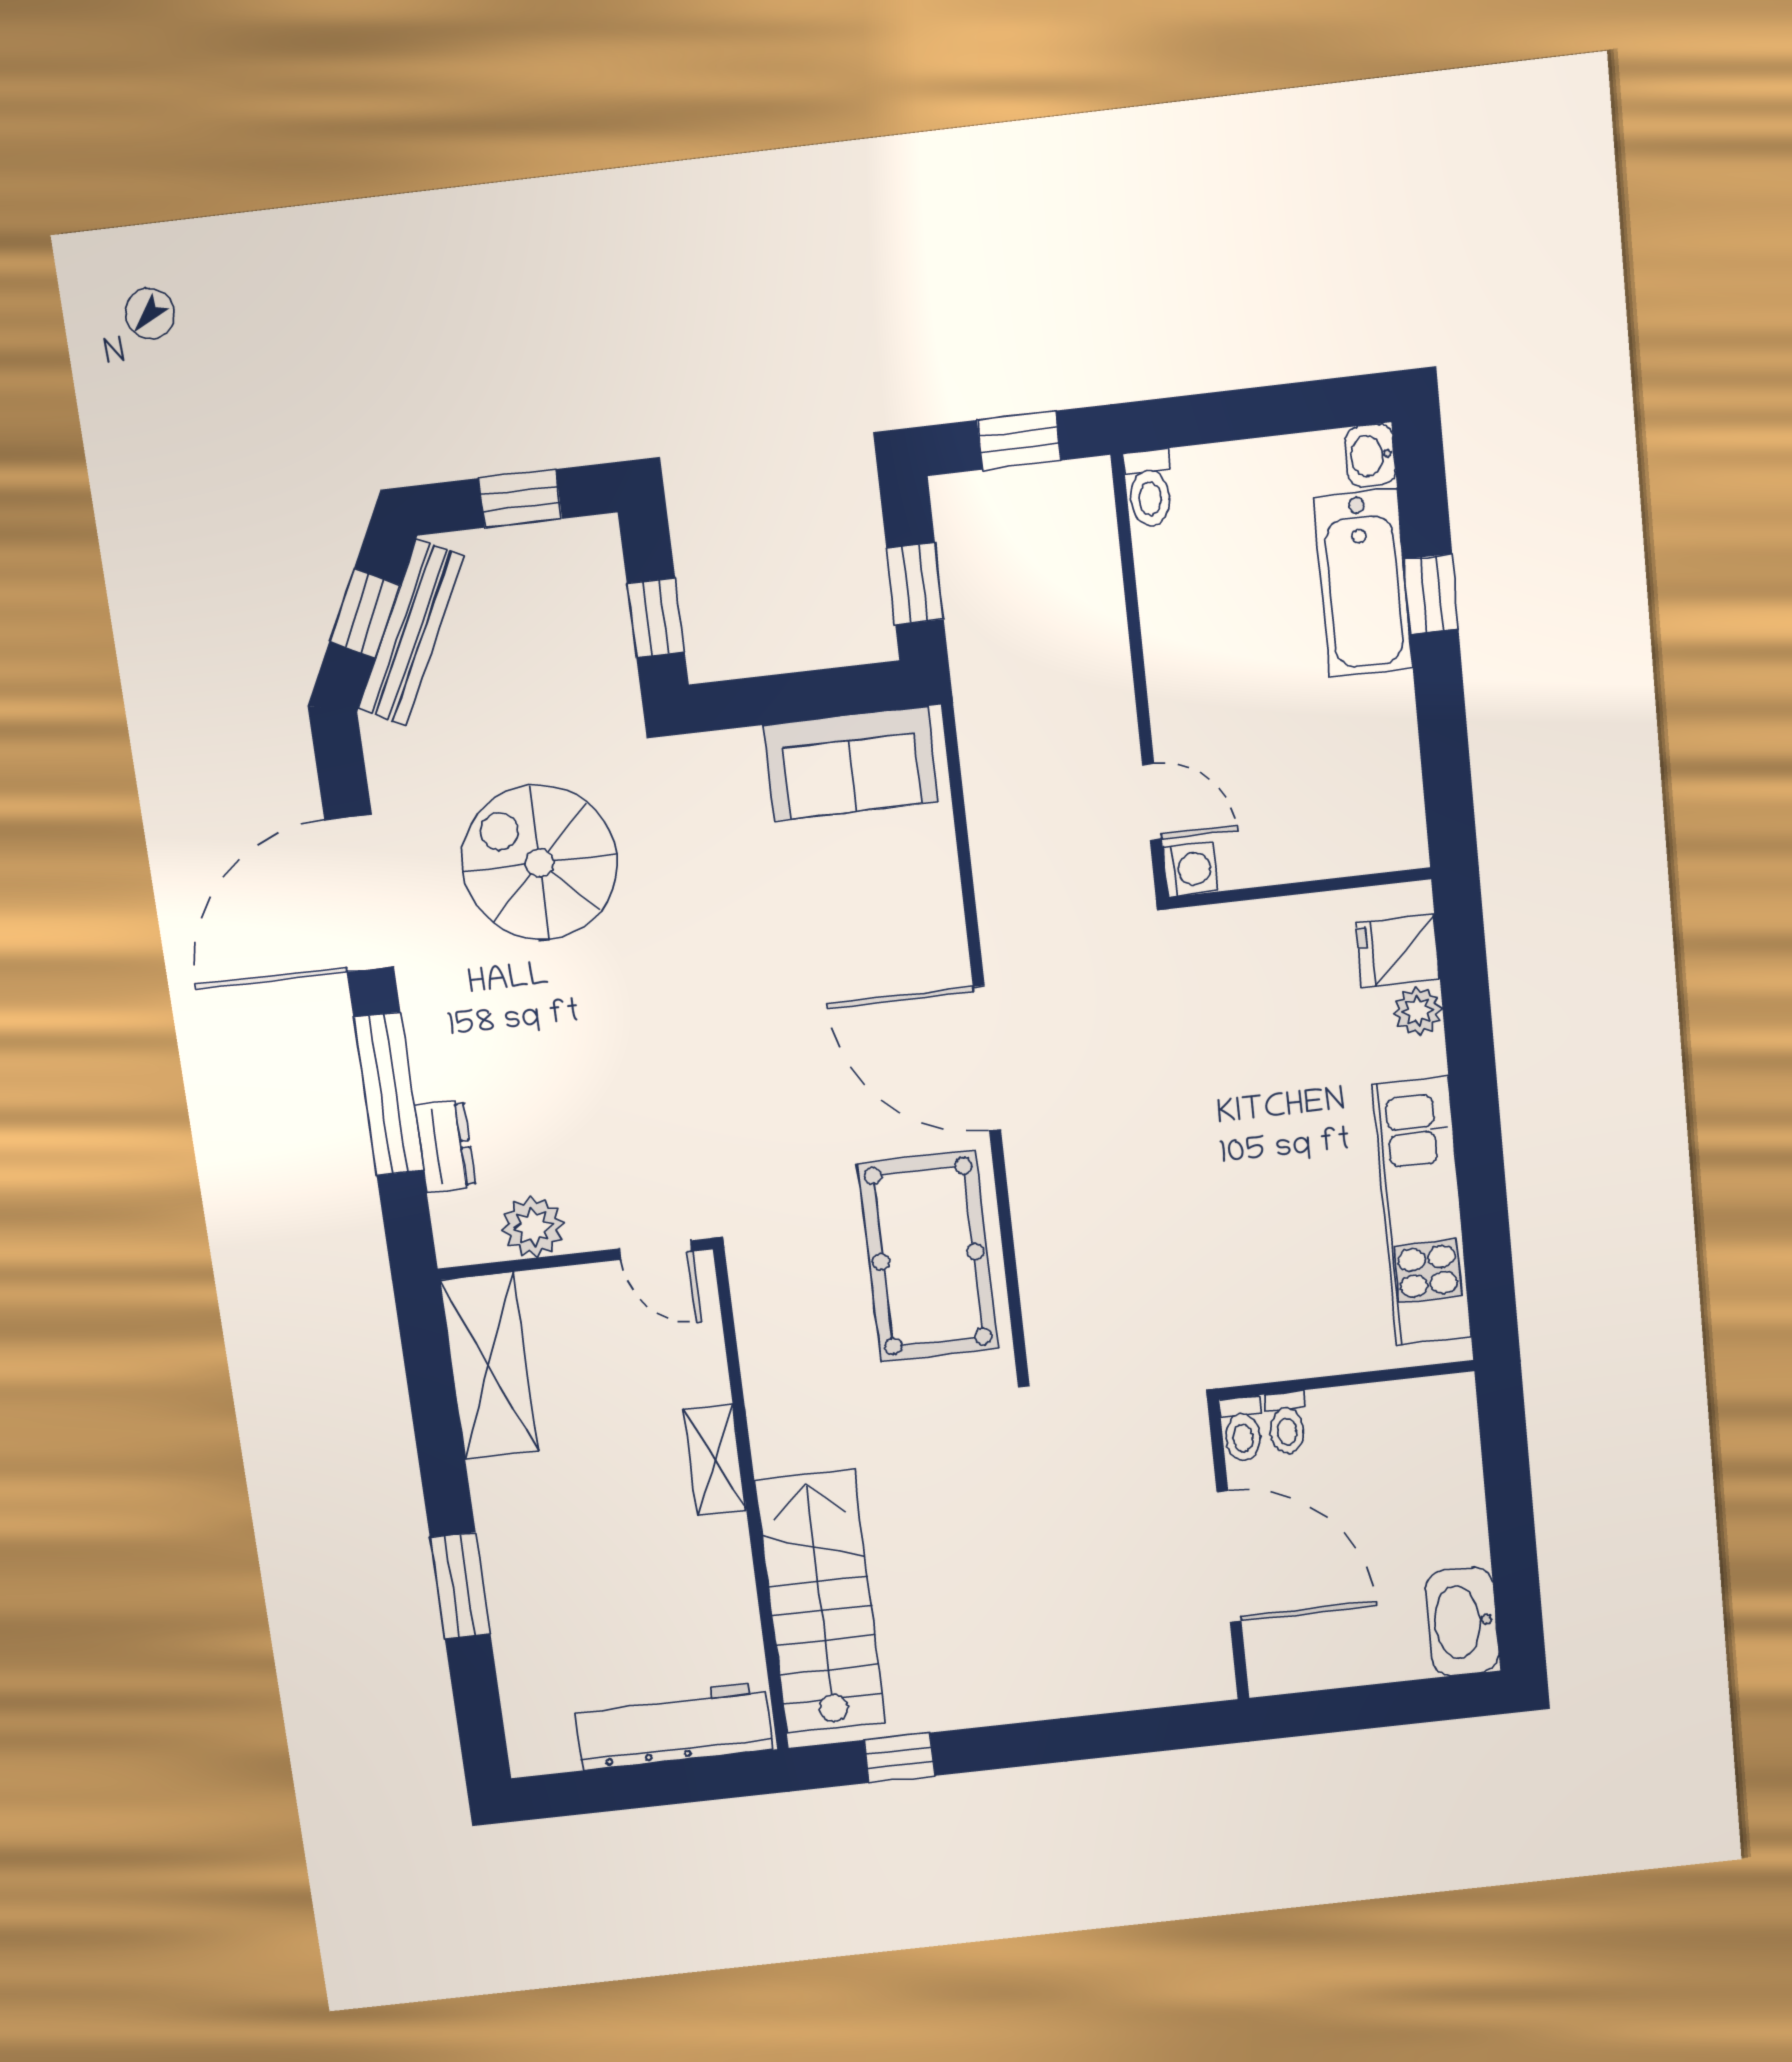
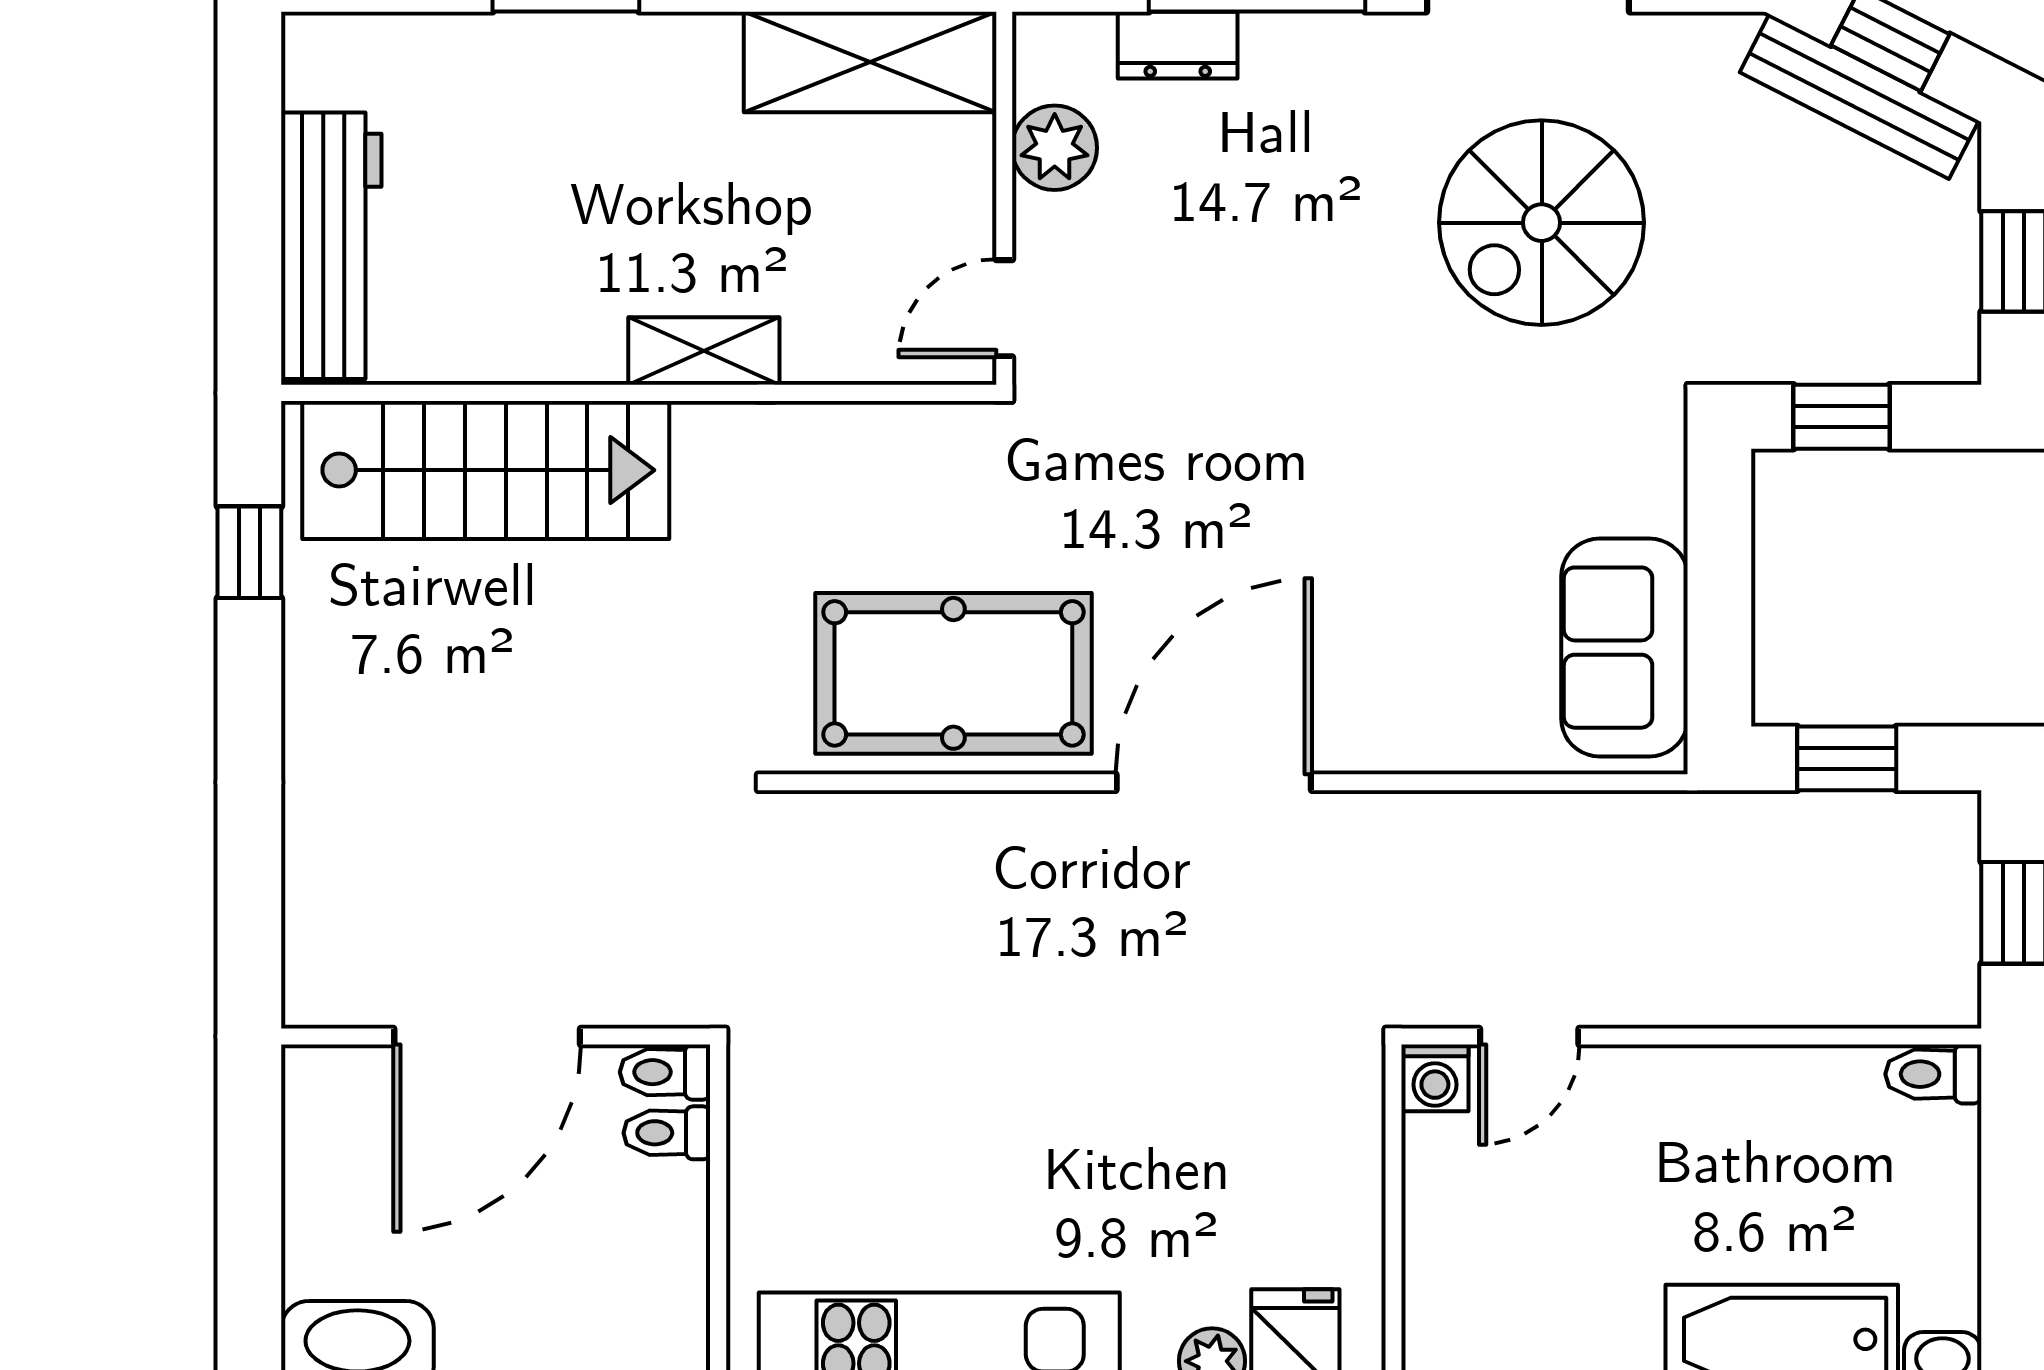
spiral stairs: (539, 863) -> (1542, 223), turned 180

